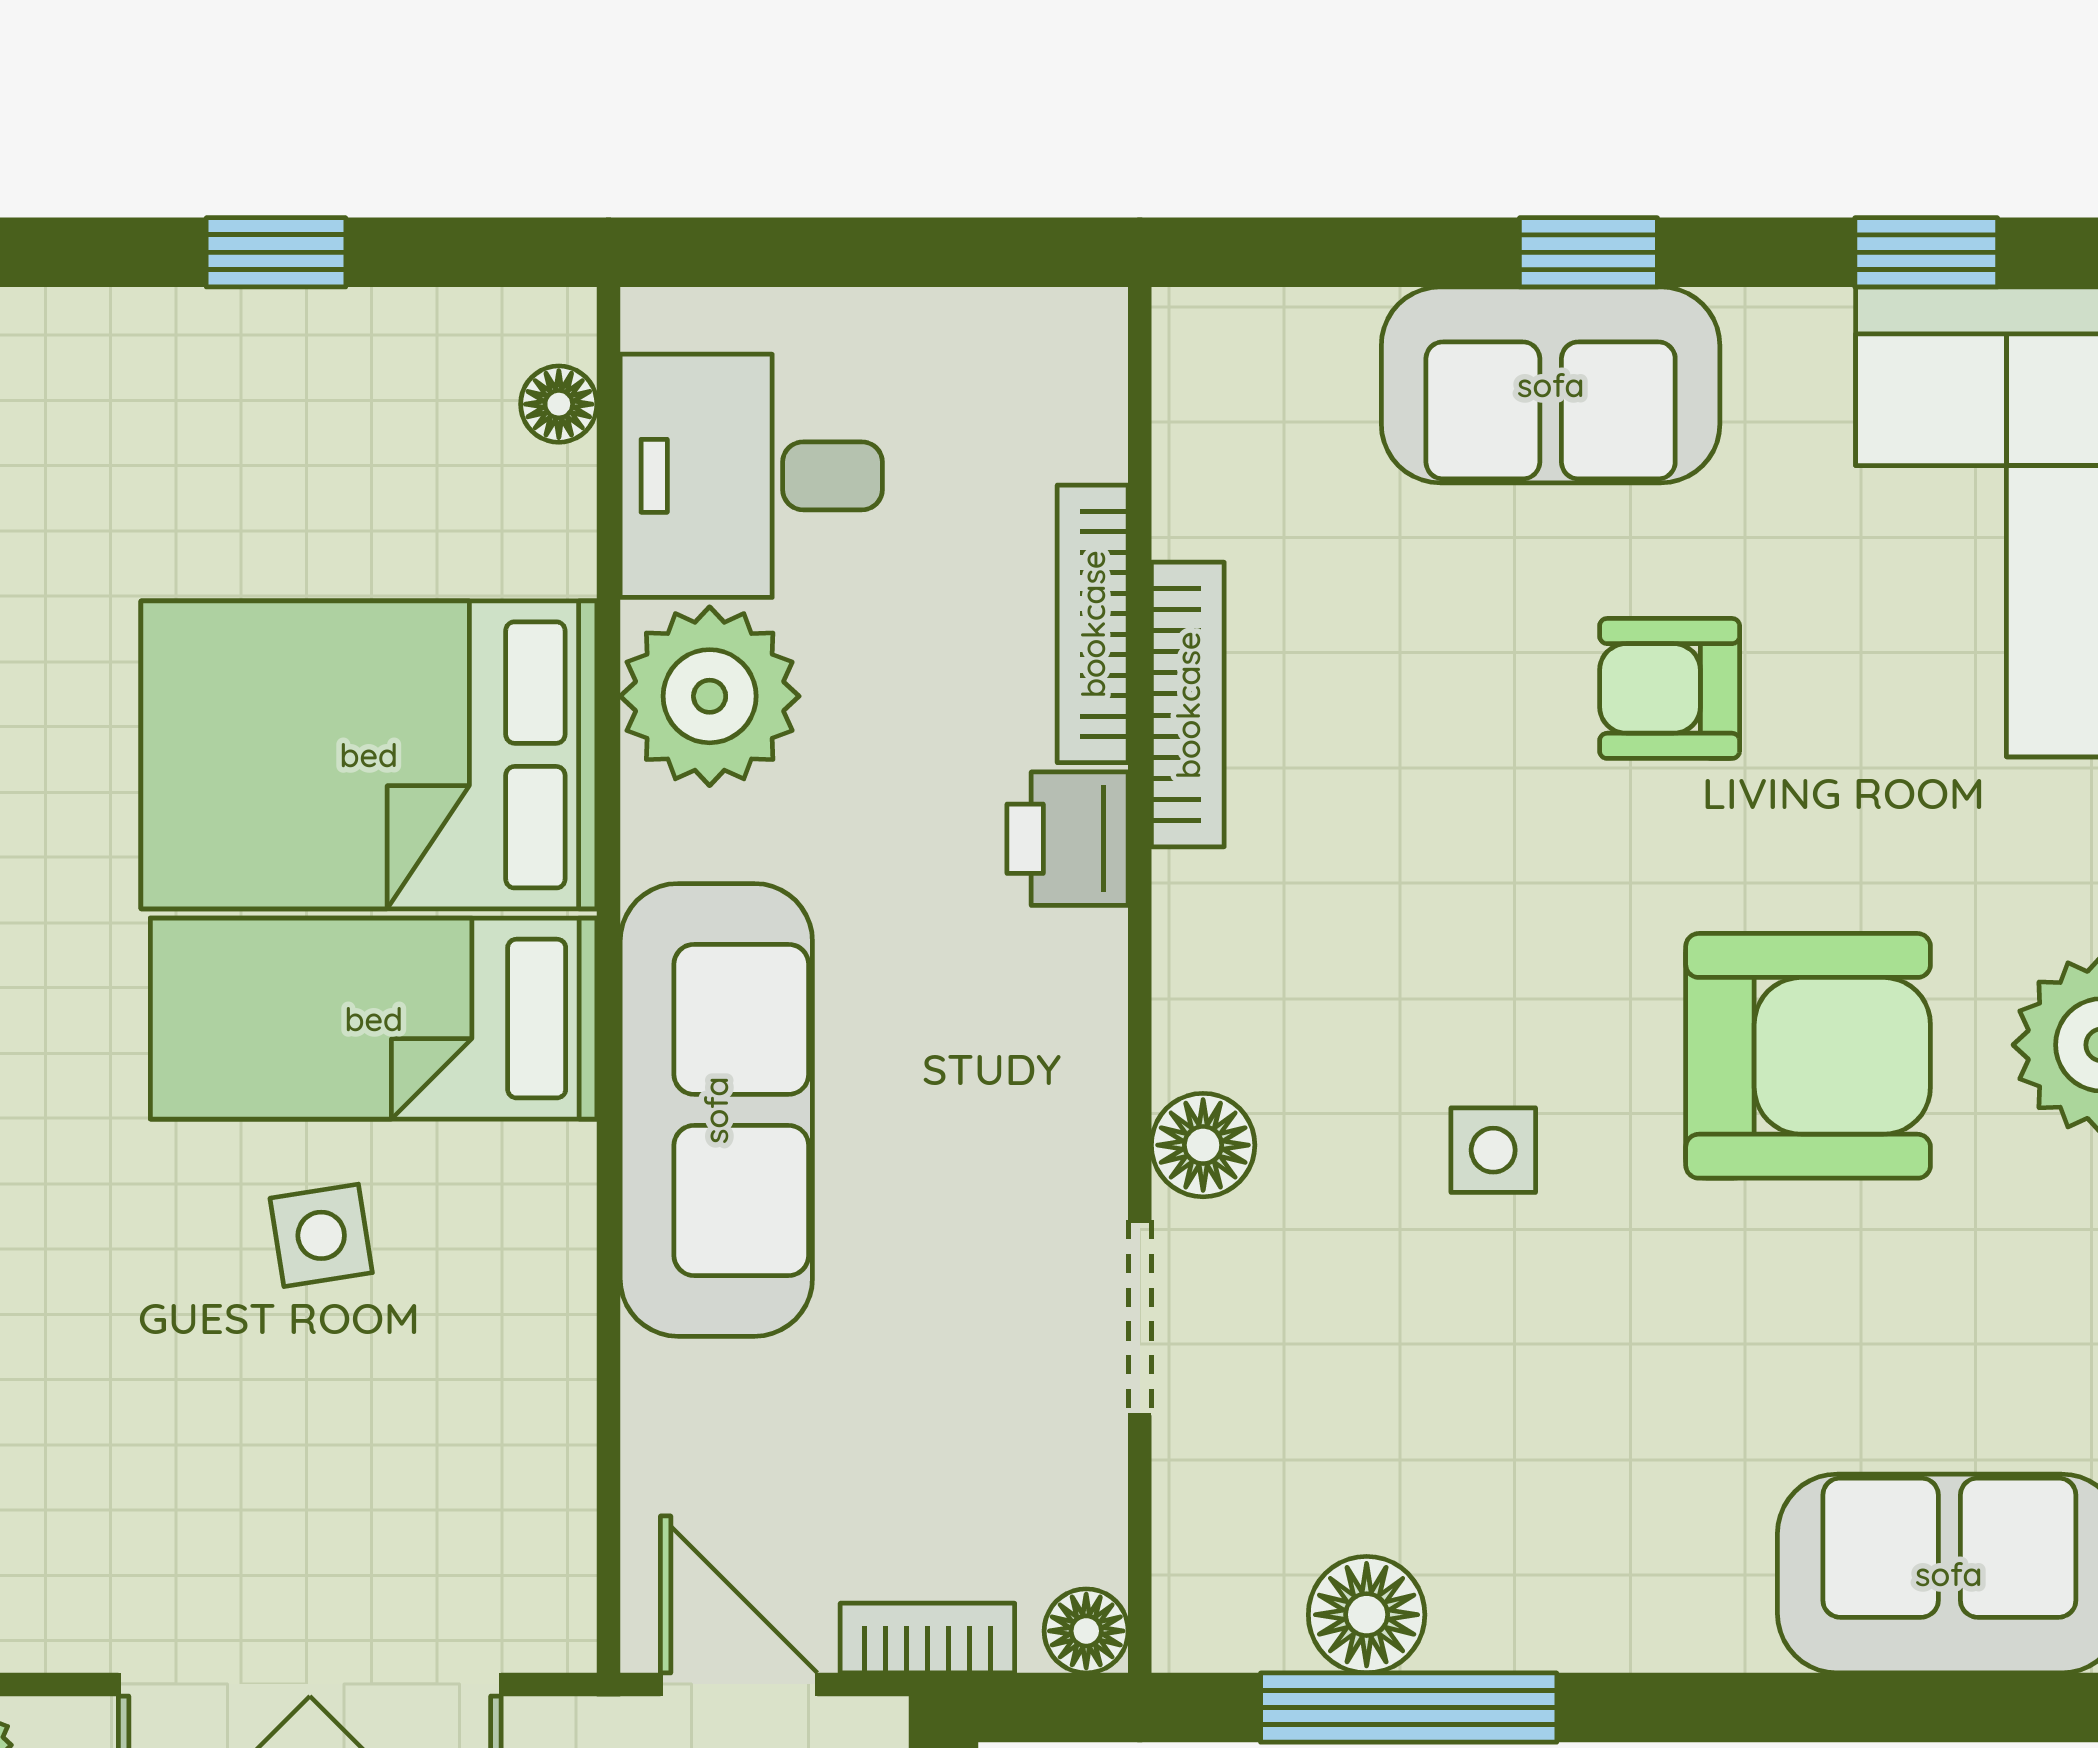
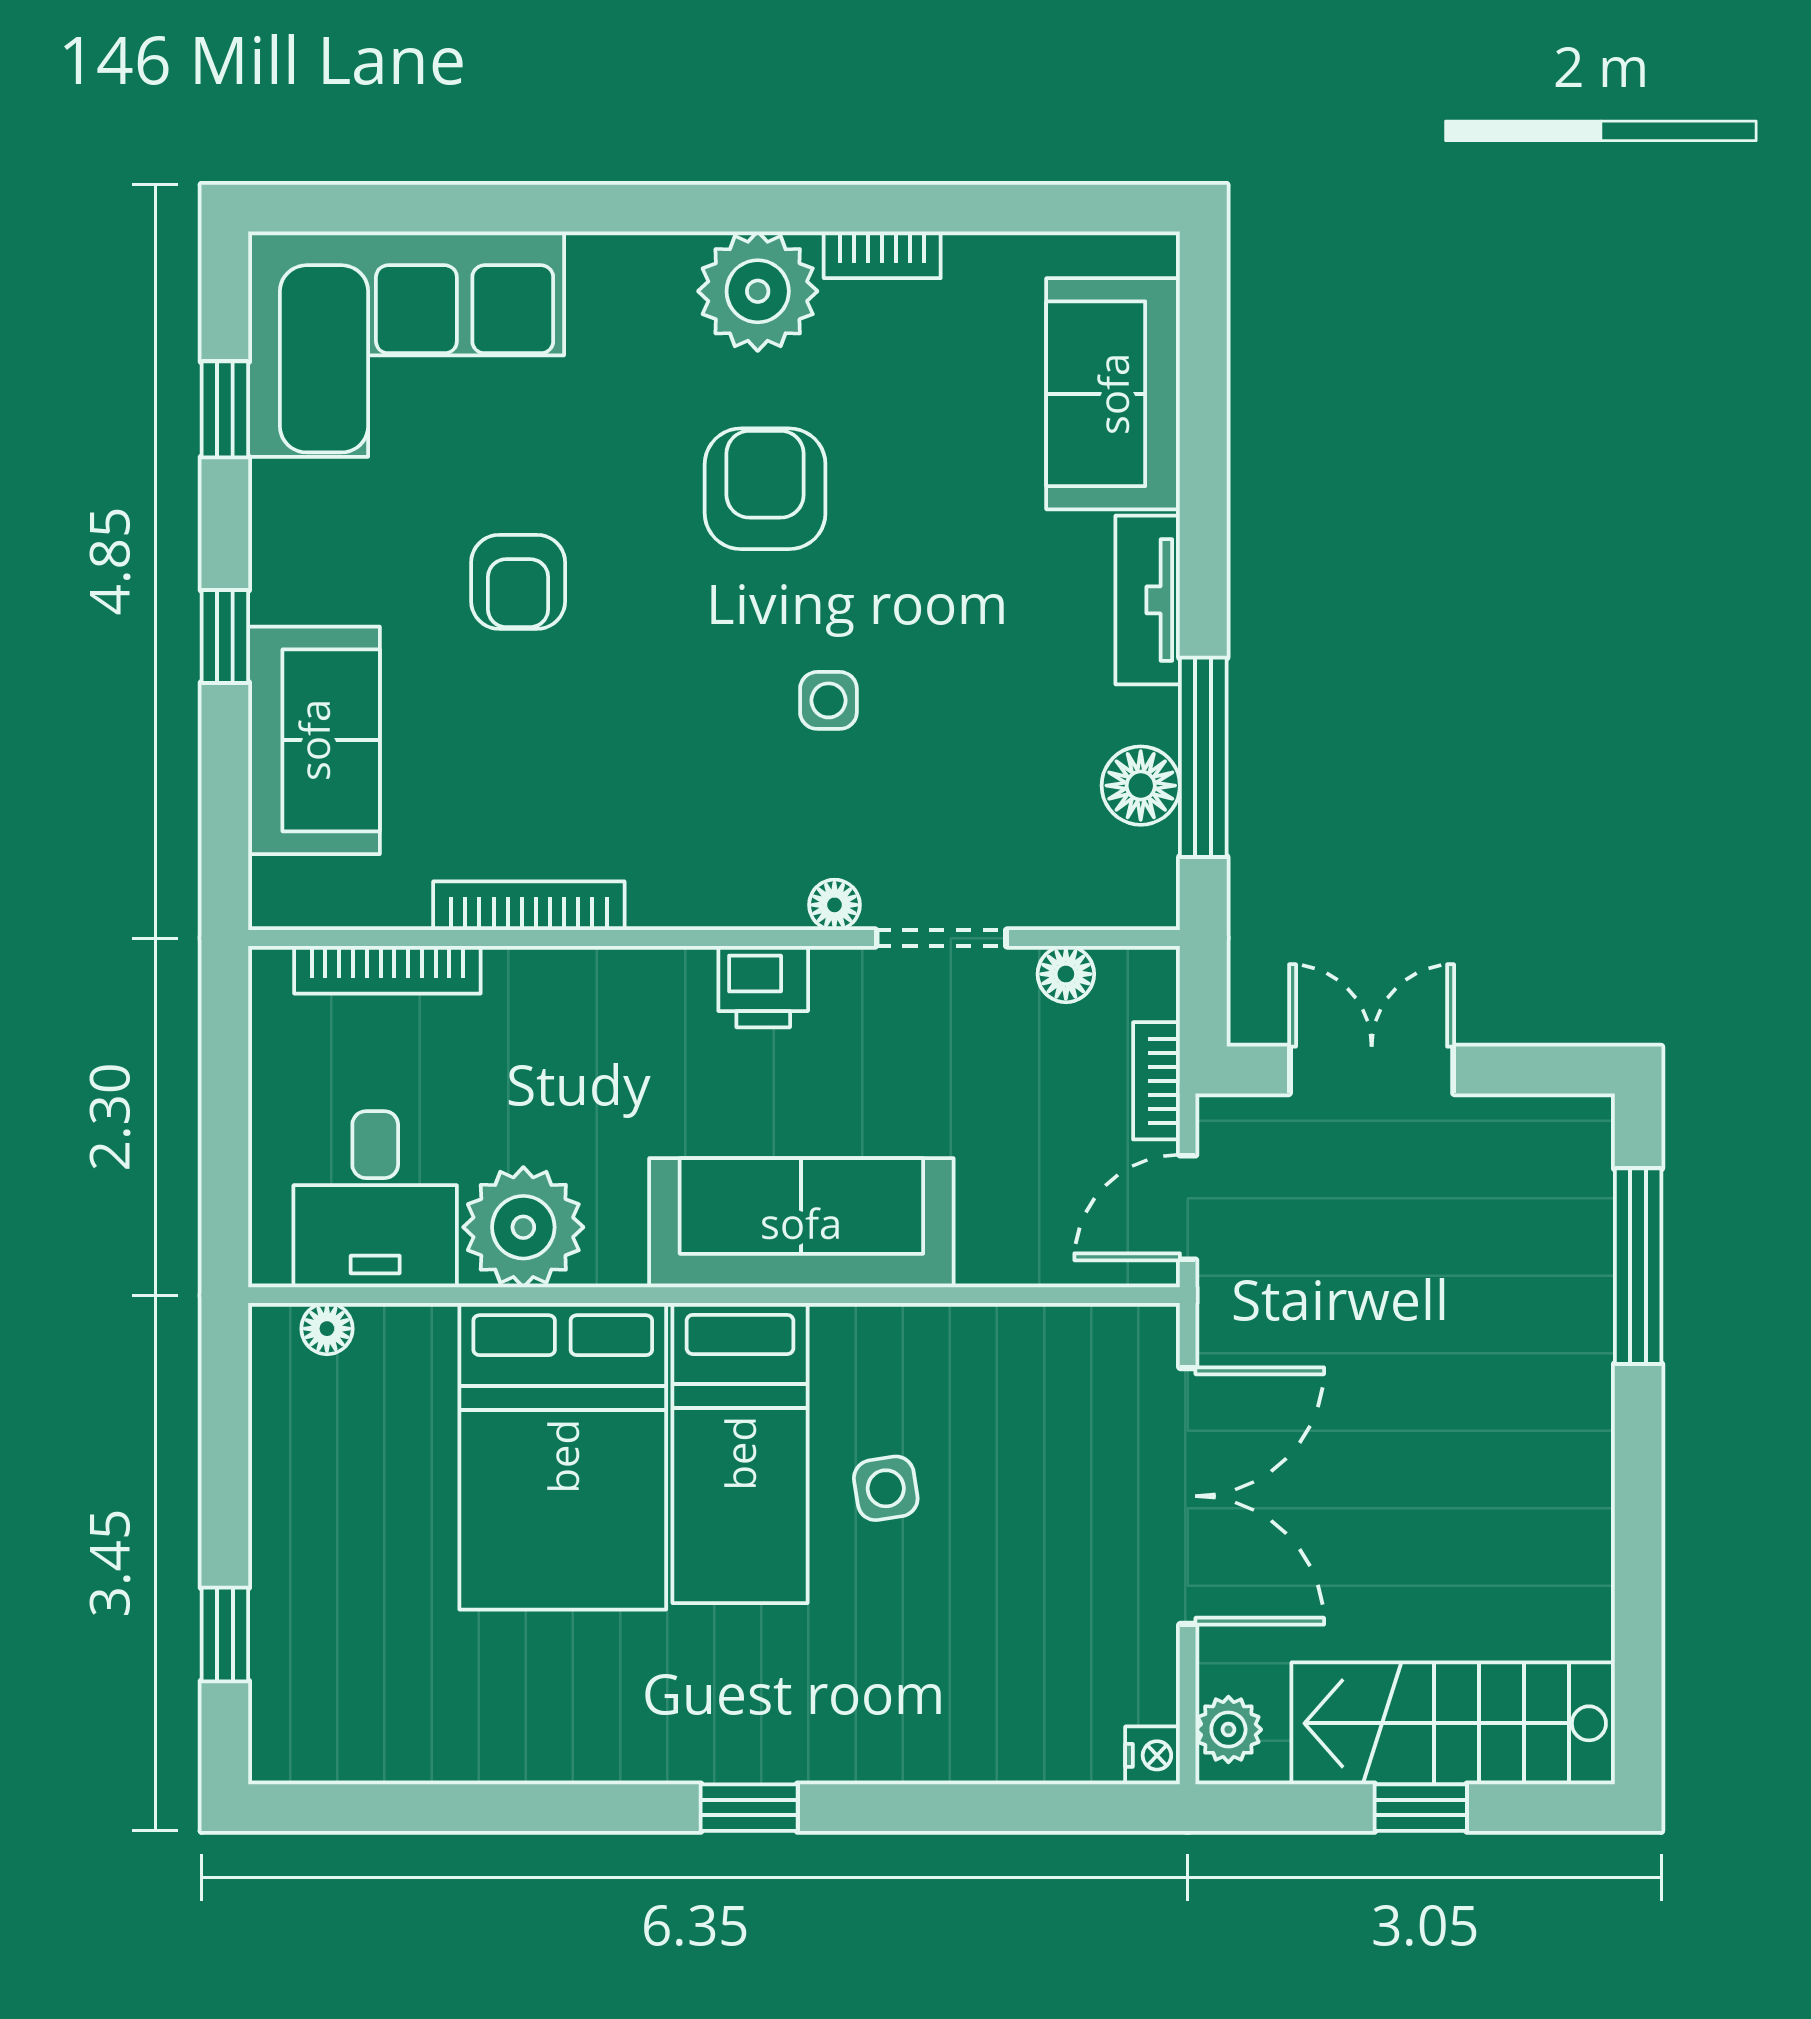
window: (276, 252) -> (225, 1634), moved
sofa: (1551, 385) -> (314, 740), moved
bookcase: (1093, 624) -> (387, 970), moved
printer: (1068, 839) -> (763, 987), moved
armchair: (1808, 1056) -> (765, 489), width x0.73, depth x0.73
floor lamp: (1203, 1145) -> (834, 905), width x0.73, depth x0.73
tv unit: (1643, 1625) -> (1148, 600), added
floor lamp: (1086, 1631) -> (1066, 974), moved

